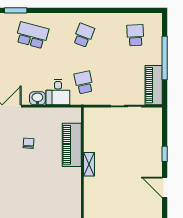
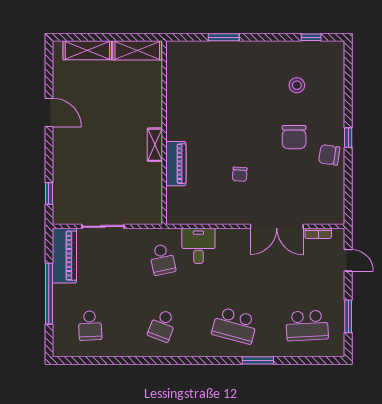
washbasin: (37, 98) -> (227, 237), removed
piano: (72, 145) -> (176, 164), width x0.73, depth x0.75
window: (165, 154) -> (49, 193), moved

